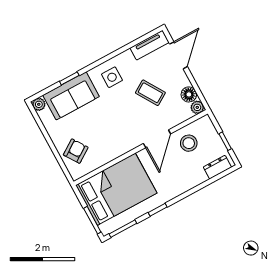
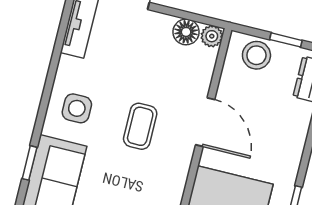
coffee table: (150, 93) -> (140, 126), moved, turned -58
stool: (189, 143) -> (256, 55), moved

